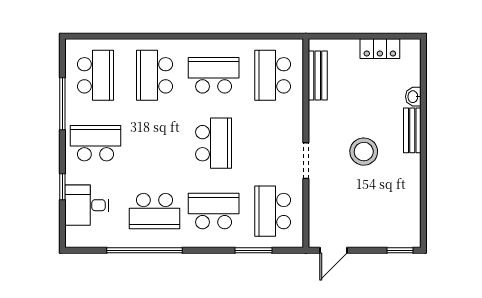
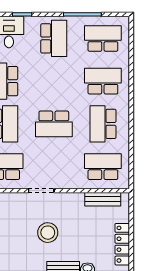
locker: (380, 49) -> (122, 244), width x1.53
school desk: (95, 75) -> (103, 38), turned 180
school desk: (214, 75) -> (103, 124), turned 180

